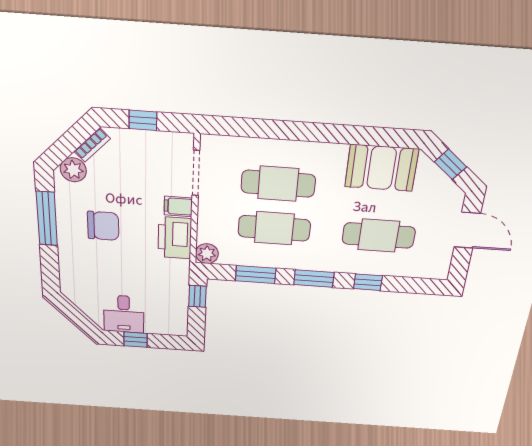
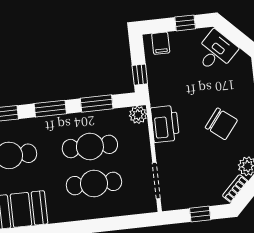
filing cabinet: (178, 206) -> (161, 43), moved, turned 90
chair: (103, 226) -> (221, 124), turned -142
desk: (124, 314) -> (216, 52), moved, turned 45

